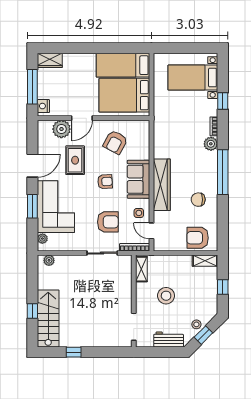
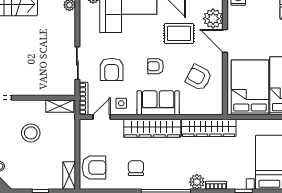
wardrobe: (161, 133) -> (209, 128), added
armchair: (105, 182) -> (156, 66), turned 93
armchair: (198, 238) -> (94, 168), turned 90

